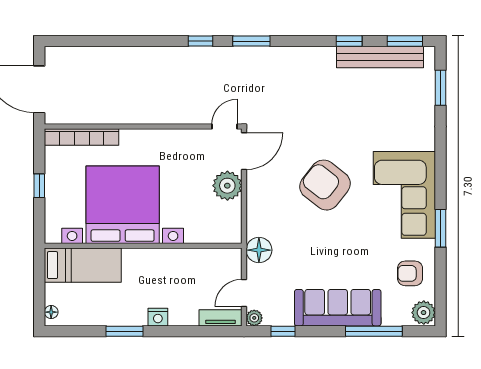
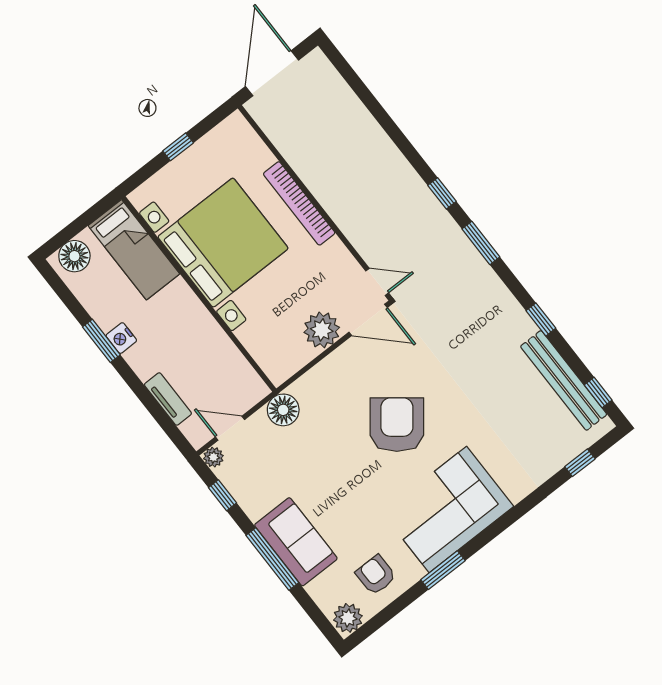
window: (349, 41) -> (541, 319), moved
window: (405, 41) -> (598, 392), width x0.67
window: (441, 88) -> (580, 463), width x0.67
bookcase: (82, 137) -> (299, 203), moved
sofa: (338, 308) -> (296, 542), width x0.73
floor lamp: (51, 312) -> (74, 256), width x1.89, depth x1.89
nightstand: (158, 317) -> (121, 338), moved
tv unit: (221, 318) -> (168, 399), moved
window: (374, 331) -> (272, 559), moved

